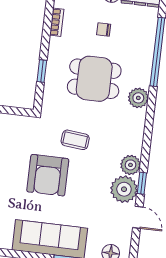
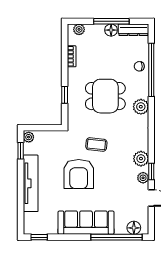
chair: (104, 30) -> (139, 66), moved
plant: (124, 189) -> (143, 178), width x0.53, depth x0.53

